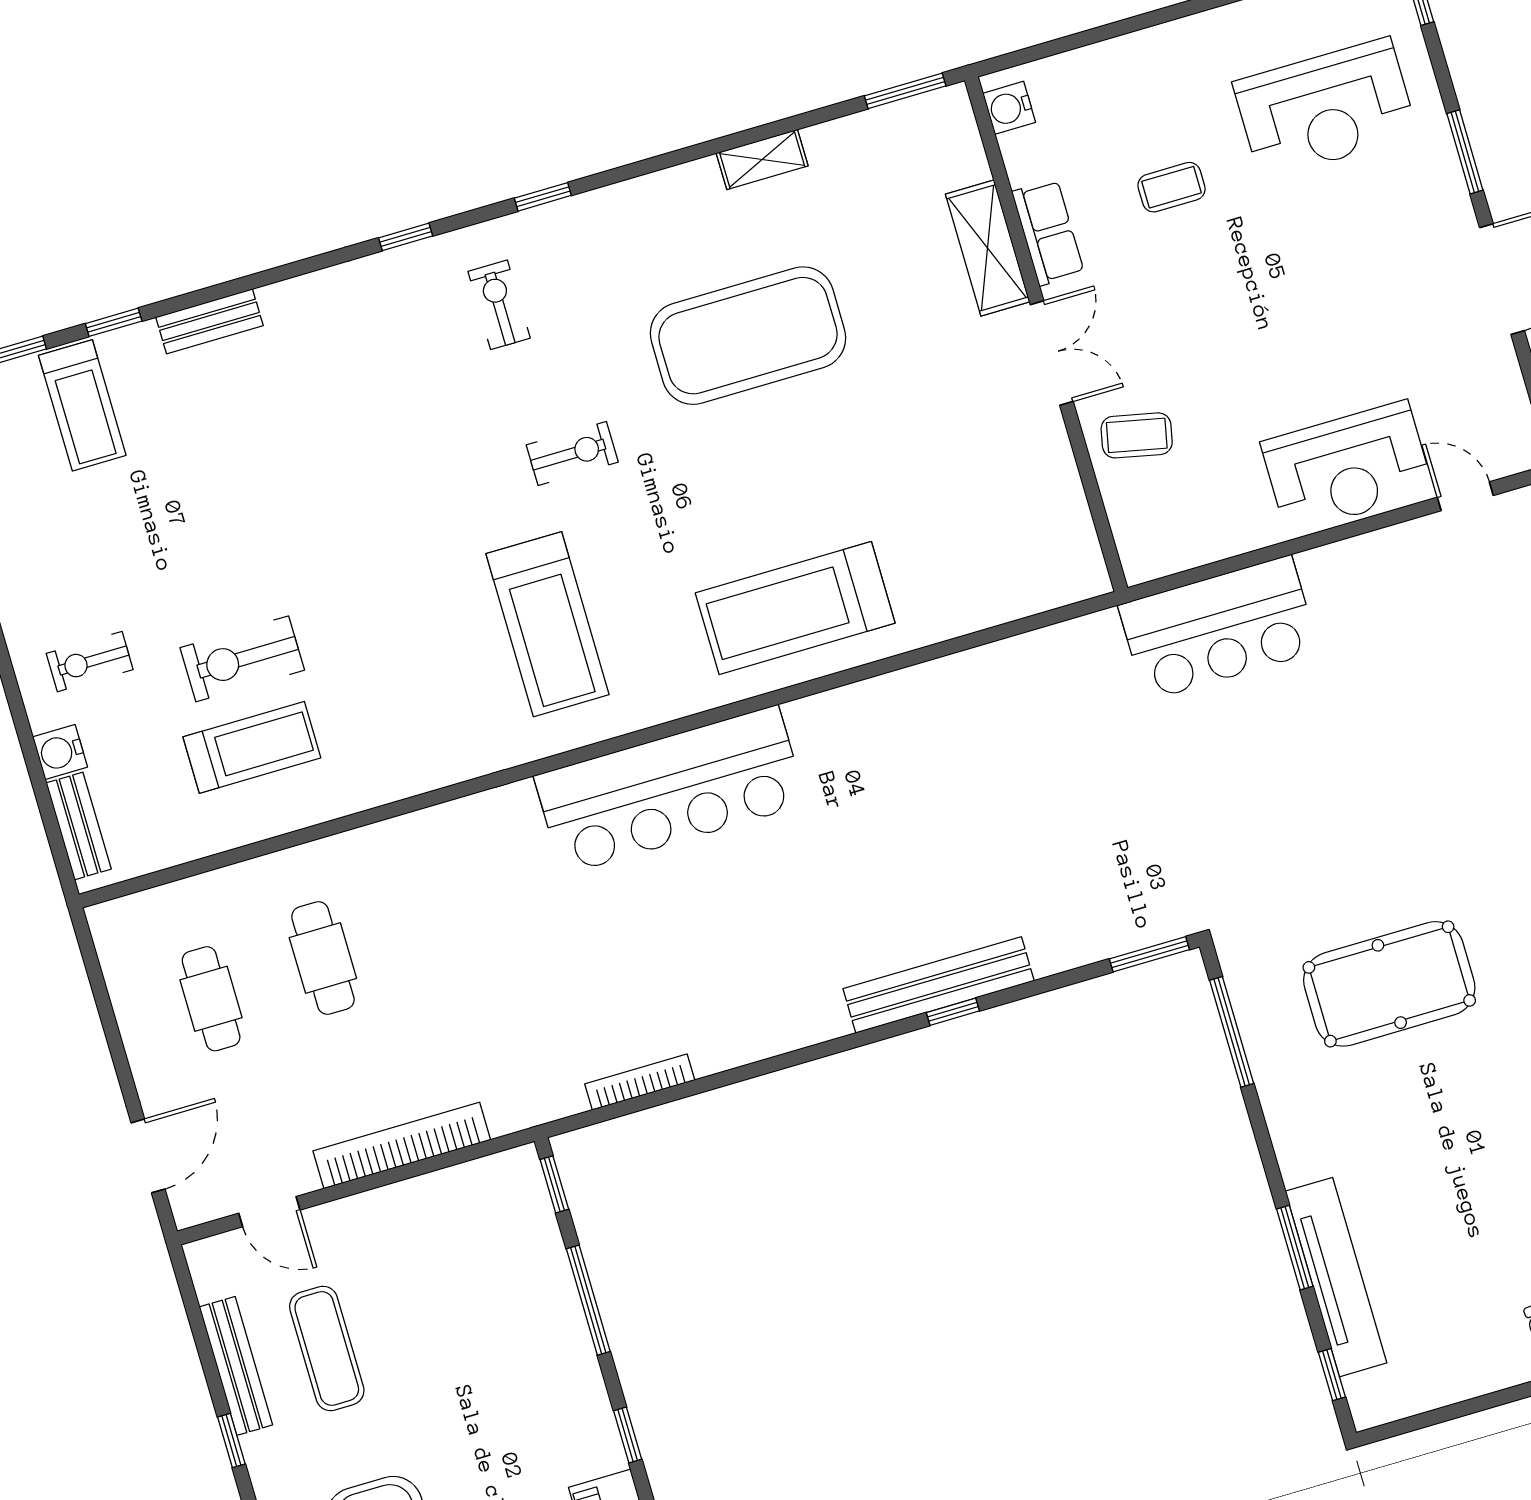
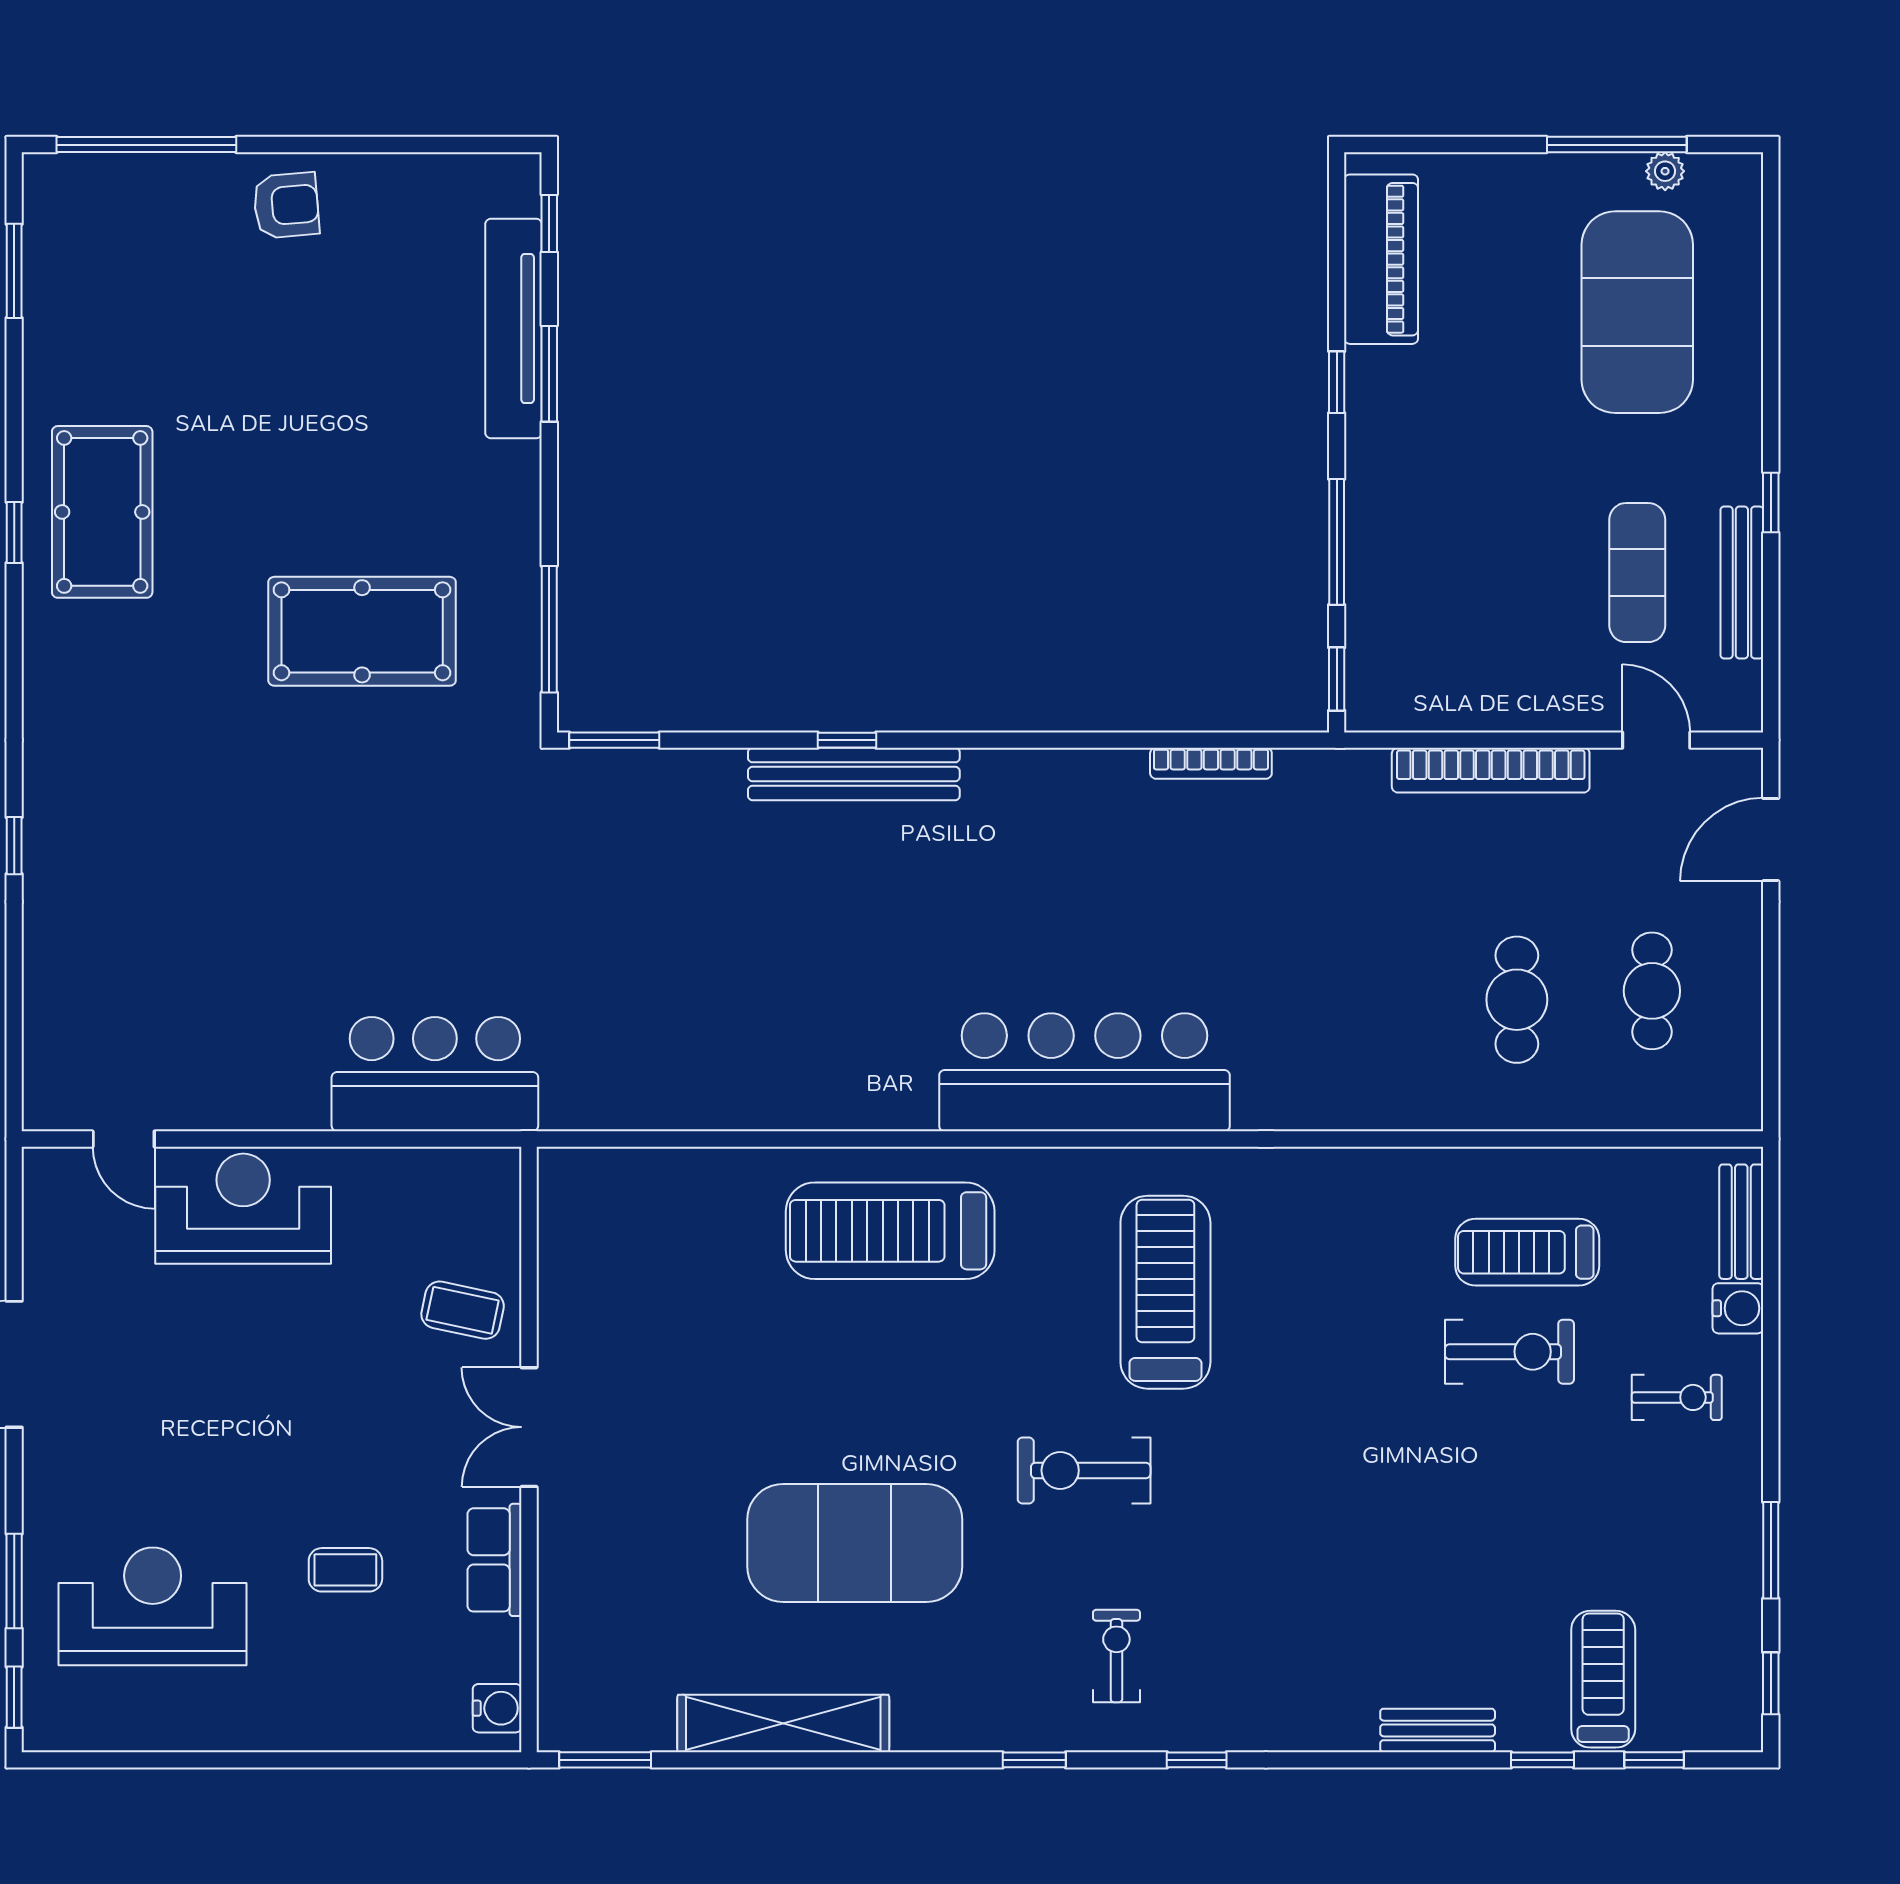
window: (1465, 152) -> (14, 1581), moved
shelving: (762, 160) -> (783, 1723), width x2.20, depth x1.33
shelving: (988, 248) -> (565, 1562), removed
exercise bike: (499, 305) -> (1116, 1656), turned 180
exercise bike: (572, 453) -> (1084, 1470), width x1.38, depth x1.39
treadmill: (795, 608) -> (890, 1231), turned 180

